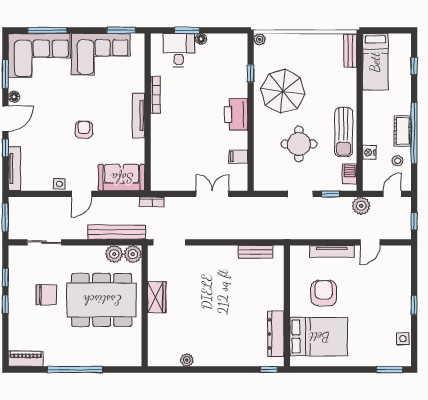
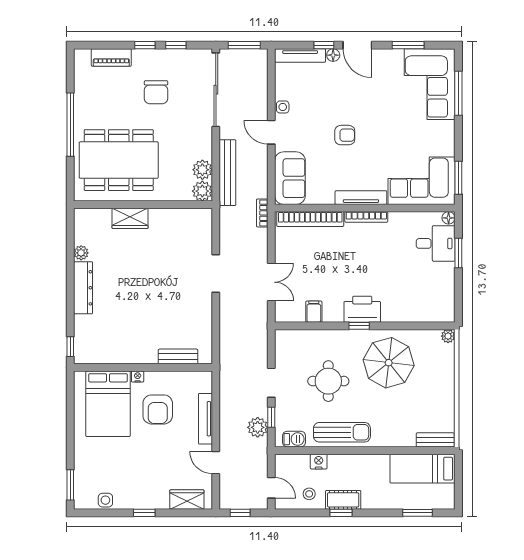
floor lamp: (201, 39) -> (449, 218), moved
corner sofa: (101, 54) -> (421, 181), moved, turned 90
window: (414, 66) -> (418, 513), width x1.50
window: (251, 73) -> (359, 326), moved
bookcase: (155, 95) -> (366, 217), moved
floor lamp: (14, 97) -> (333, 55), moved
sun lounger: (344, 132) -> (342, 432), turned 180
window: (414, 133) -> (341, 513), width x0.32
bookcase: (157, 160) -> (310, 219), added
plant: (361, 206) -> (258, 427), moved
sliding door: (44, 242) -> (216, 90), width x1.86
doorway: (169, 242) -> (216, 274), moved
bench: (255, 252) -> (178, 356), moved, turned 90
wardrobe: (402, 268) -> (187, 500), added
armchair: (324, 293) -> (158, 409), turned 90
wardrobe: (157, 297) -> (130, 218), moved
dining table: (102, 300) -> (119, 160), moved, turned 90
nightstand: (295, 311) -> (138, 377), added
dresser: (276, 334) -> (83, 288), moved, turned 90
piano: (26, 359) -> (111, 57), moved, turned 90

